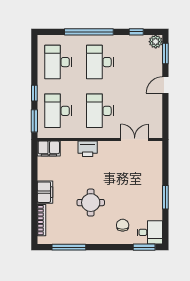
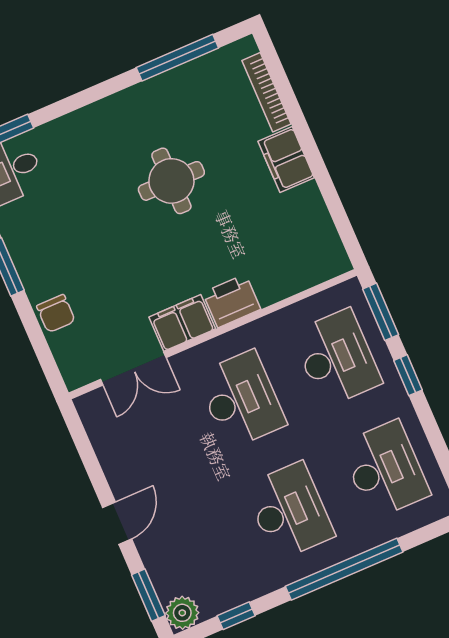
filing cabinet: (49, 148) -> (182, 323), moved
chair: (123, 225) -> (56, 314), moved

